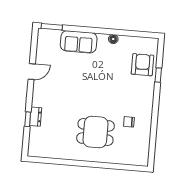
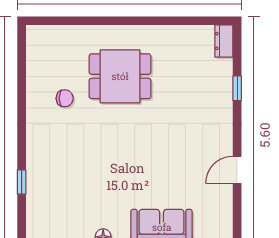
armchair: (142, 65) -> (50, 197), removed
dresser: (36, 117) -> (224, 41), moved

